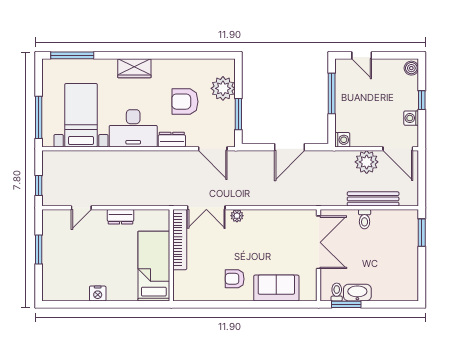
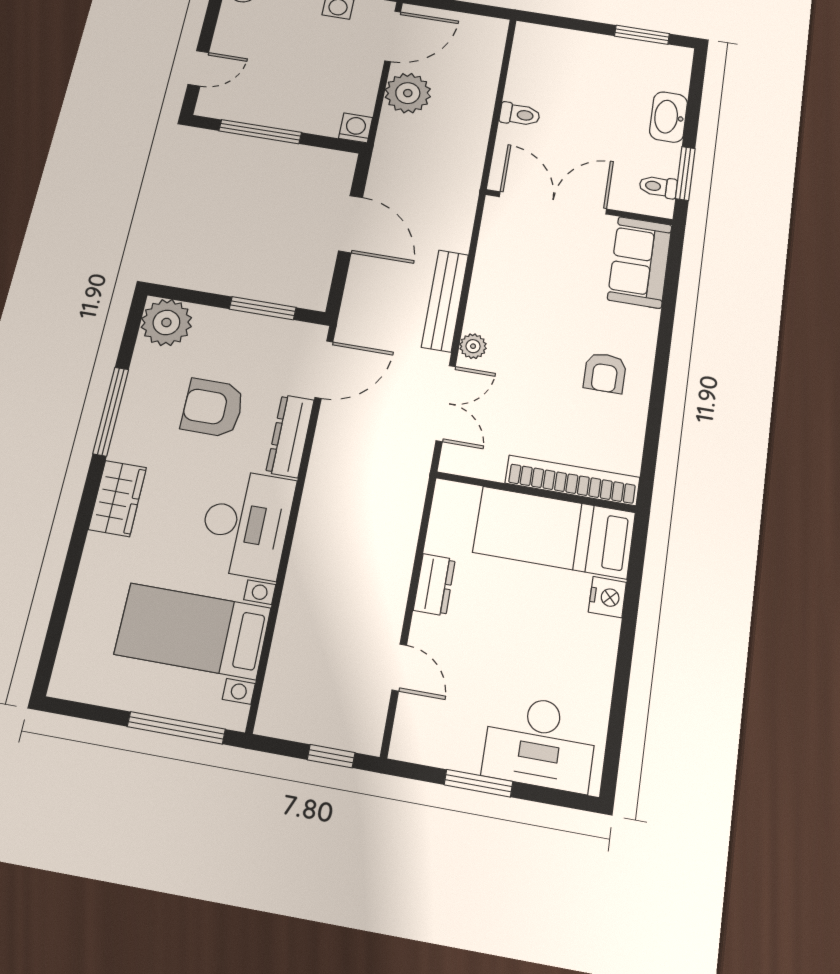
window: (72, 55) -> (111, 411), moved
plant: (223, 88) -> (166, 322), moved
armchair: (185, 102) -> (213, 408), turned 90
dresser: (172, 140) -> (290, 436), width x1.44
bench: (373, 199) -> (445, 301), moved
window: (422, 233) -> (642, 35), moved
bookcase: (180, 240) -> (572, 480), moved
desk: (60, 273) -> (540, 743), added
sofa: (276, 288) -> (640, 262), moved
washbasin: (357, 293) -> (668, 117), moved
nightstand: (98, 294) -> (607, 597), moved

